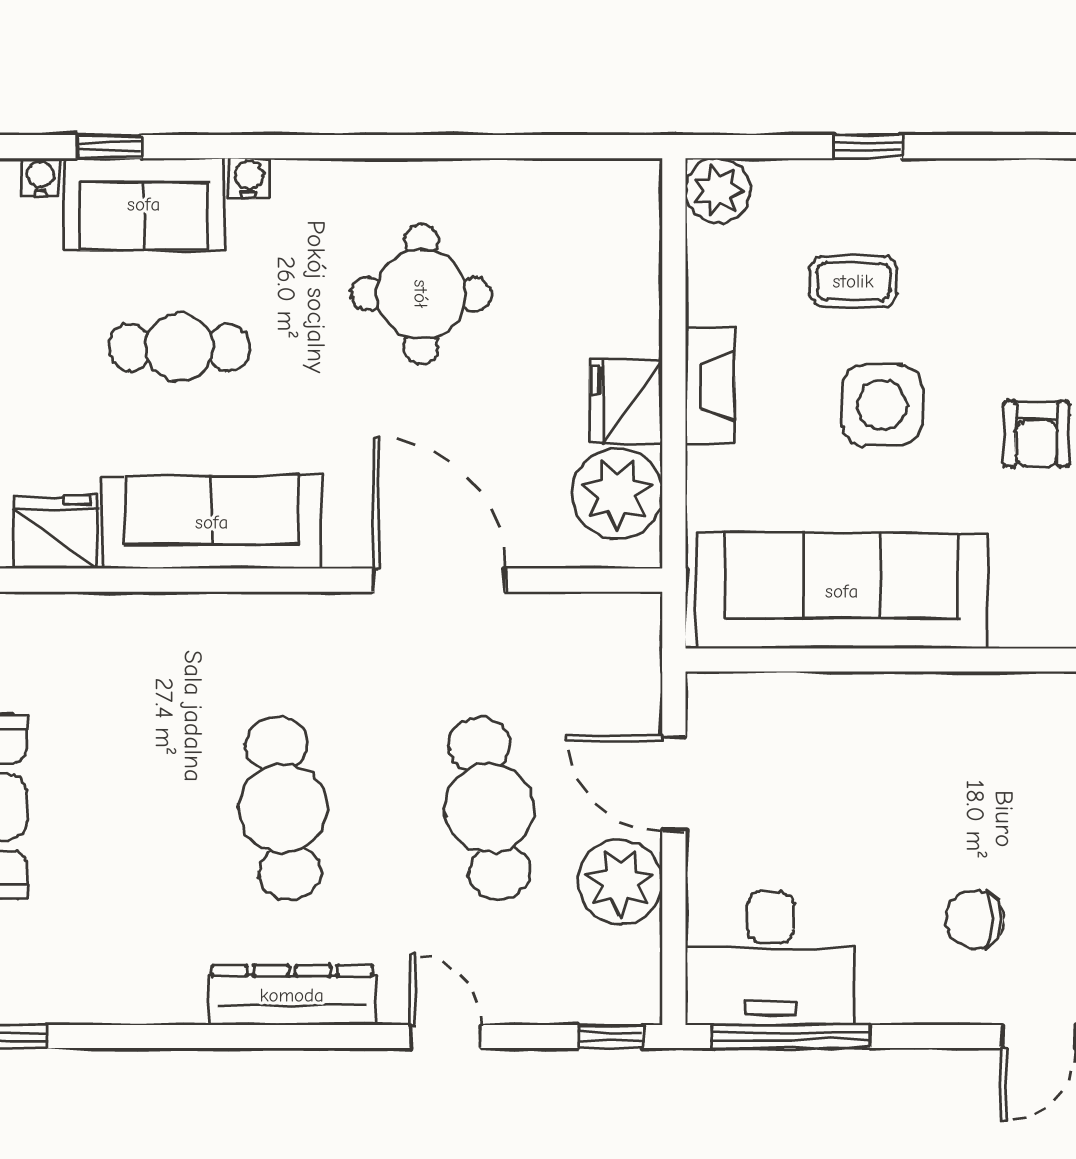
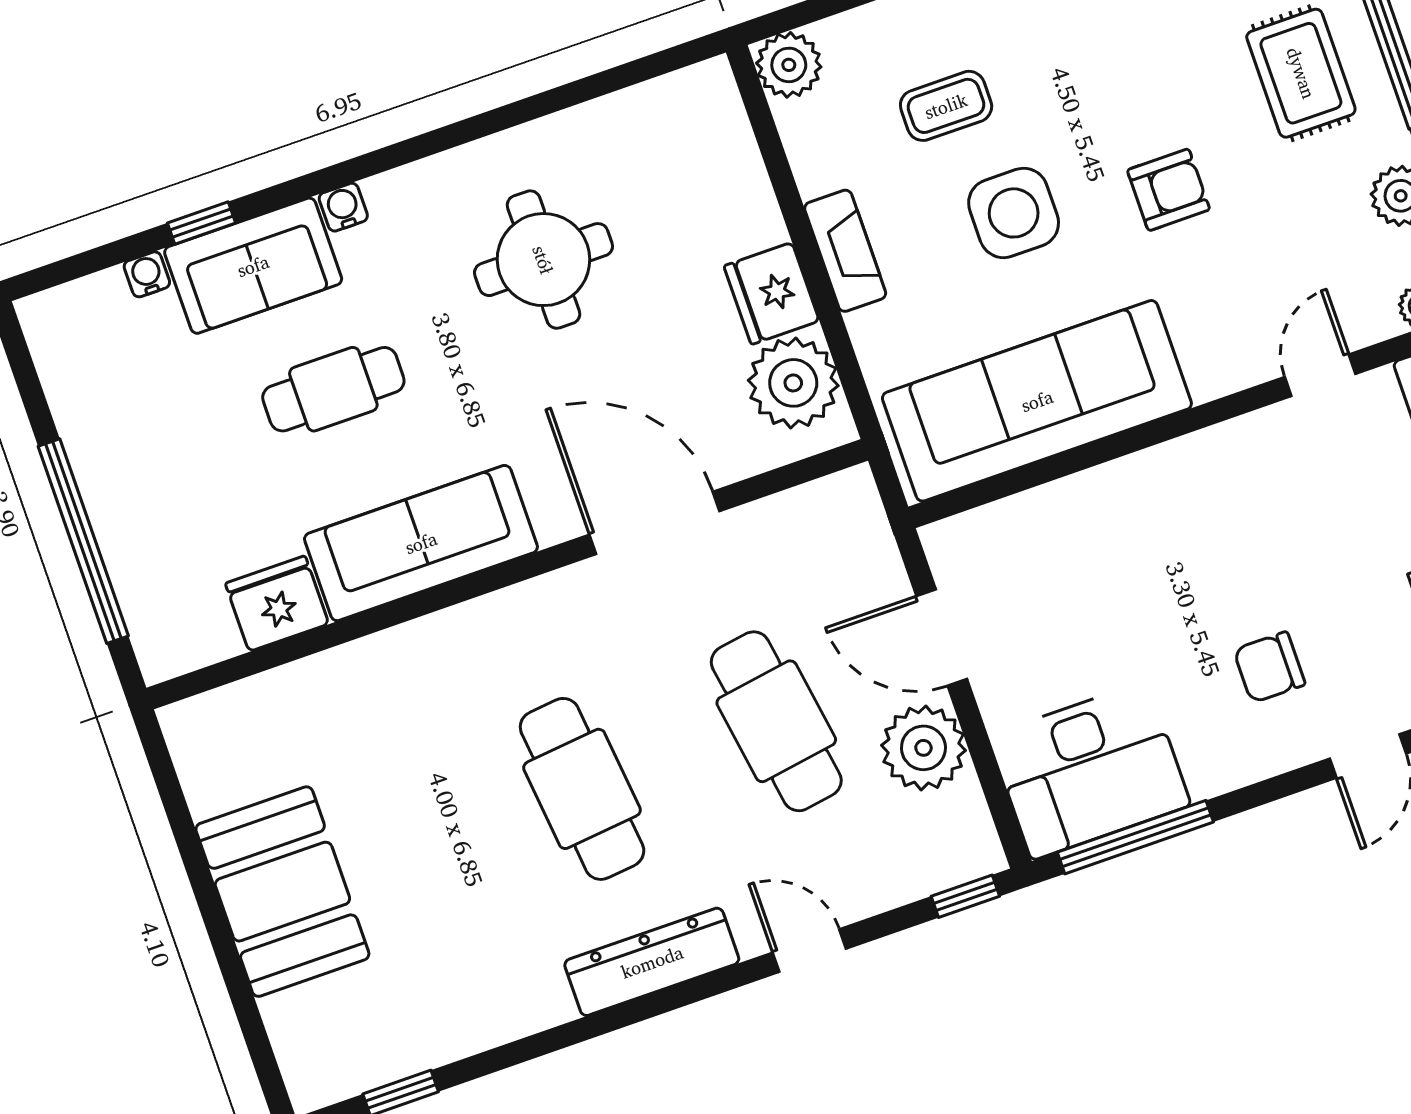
armchair: (1036, 434) -> (1169, 190), turned -90

